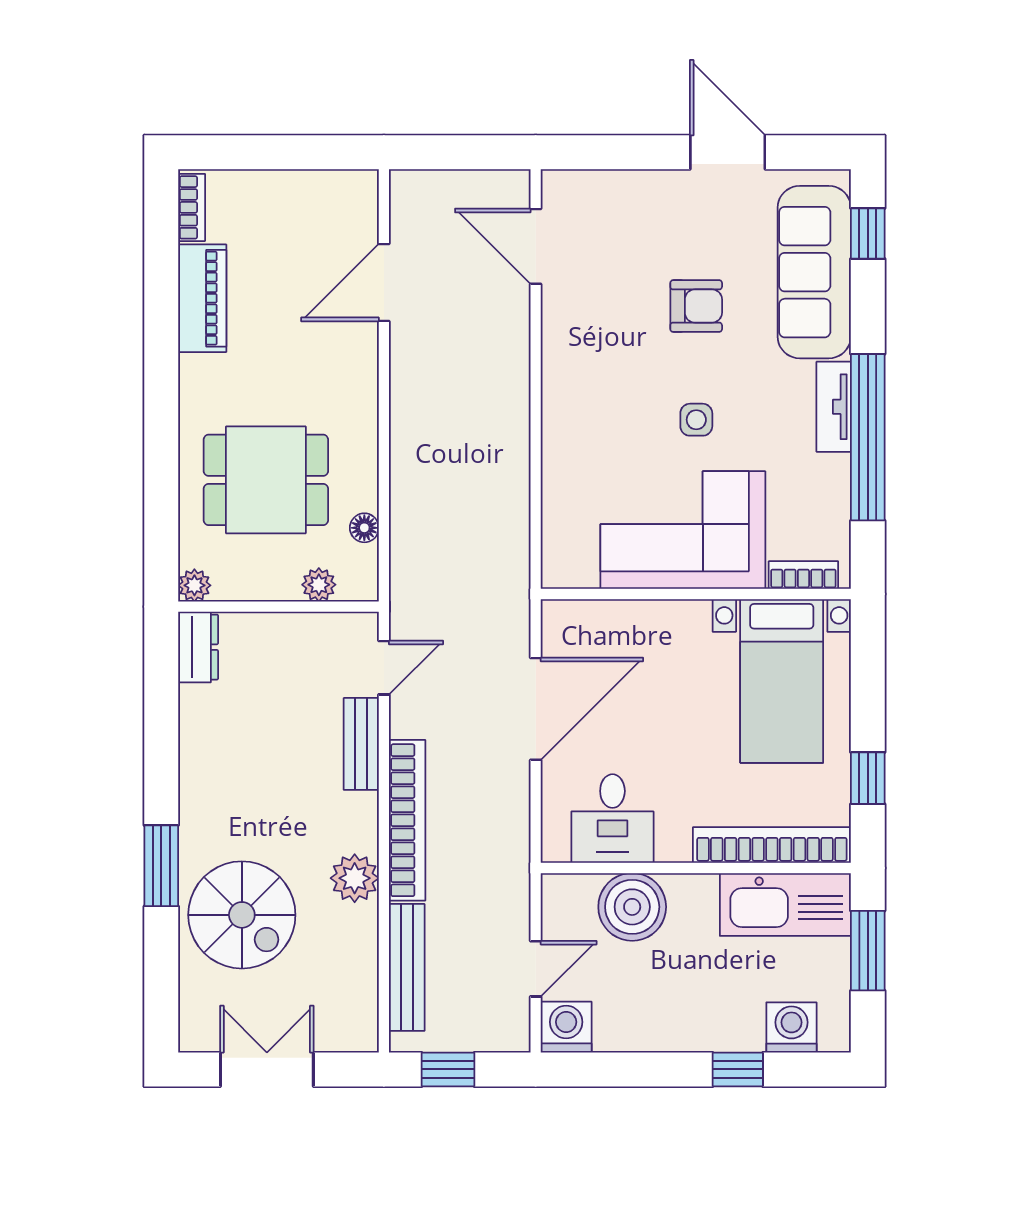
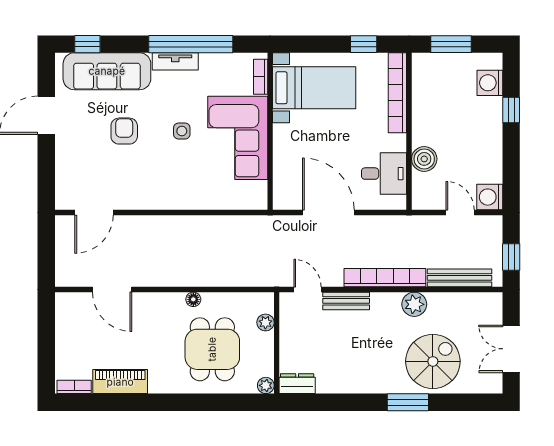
floor lamp: (364, 528) -> (193, 299), moved
kitchen sink: (785, 904) -> (428, 86), removed
boiler: (632, 907) -> (424, 159), width x0.73, depth x0.73

